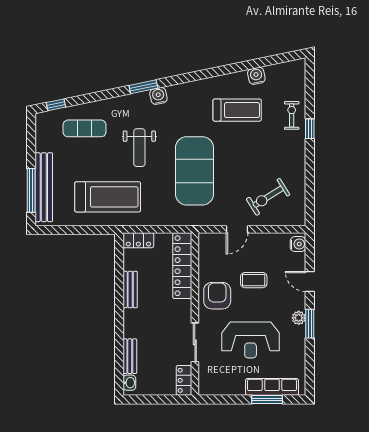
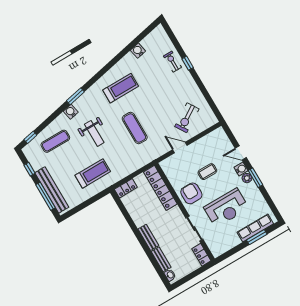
water cooler: (158, 96) -> (71, 112), moved
treadmill: (237, 110) -> (121, 88), moved
window: (31, 144) -> (29, 169), added
exercise mat: (194, 171) -> (135, 128), width x0.50, depth x0.69
treadmill: (108, 197) -> (93, 173), width x0.73, depth x0.73
door: (237, 229) -> (180, 148), swing flipped
water cooler: (298, 244) -> (241, 169), moved
bench: (130, 289) -> (148, 237), moved

